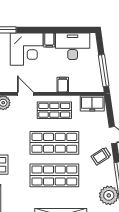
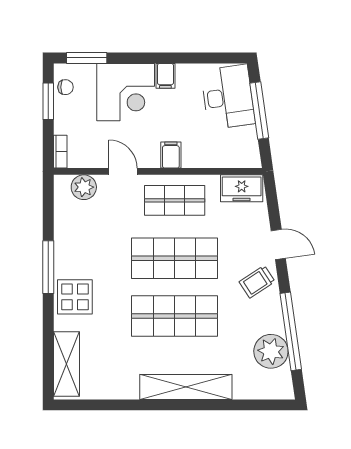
desk: (73, 46) -> (228, 97), moved, turned 82
window: (104, 71) -> (259, 111), moved
filing cabinet: (63, 85) -> (171, 155), moved

